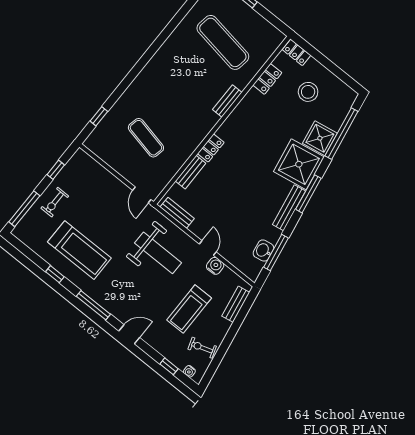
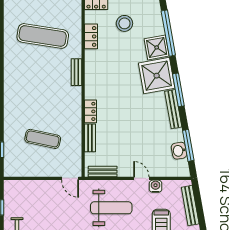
bench: (236, 304) -> (190, 206), width x1.36

